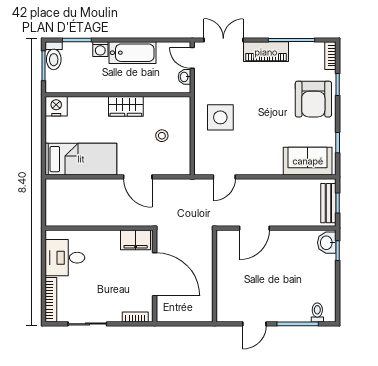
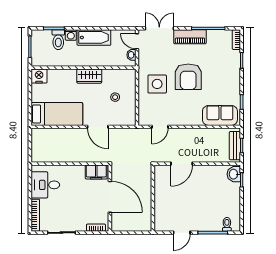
toilet: (54, 56) -> (58, 40), moved
armchair: (313, 99) -> (188, 77), moved

